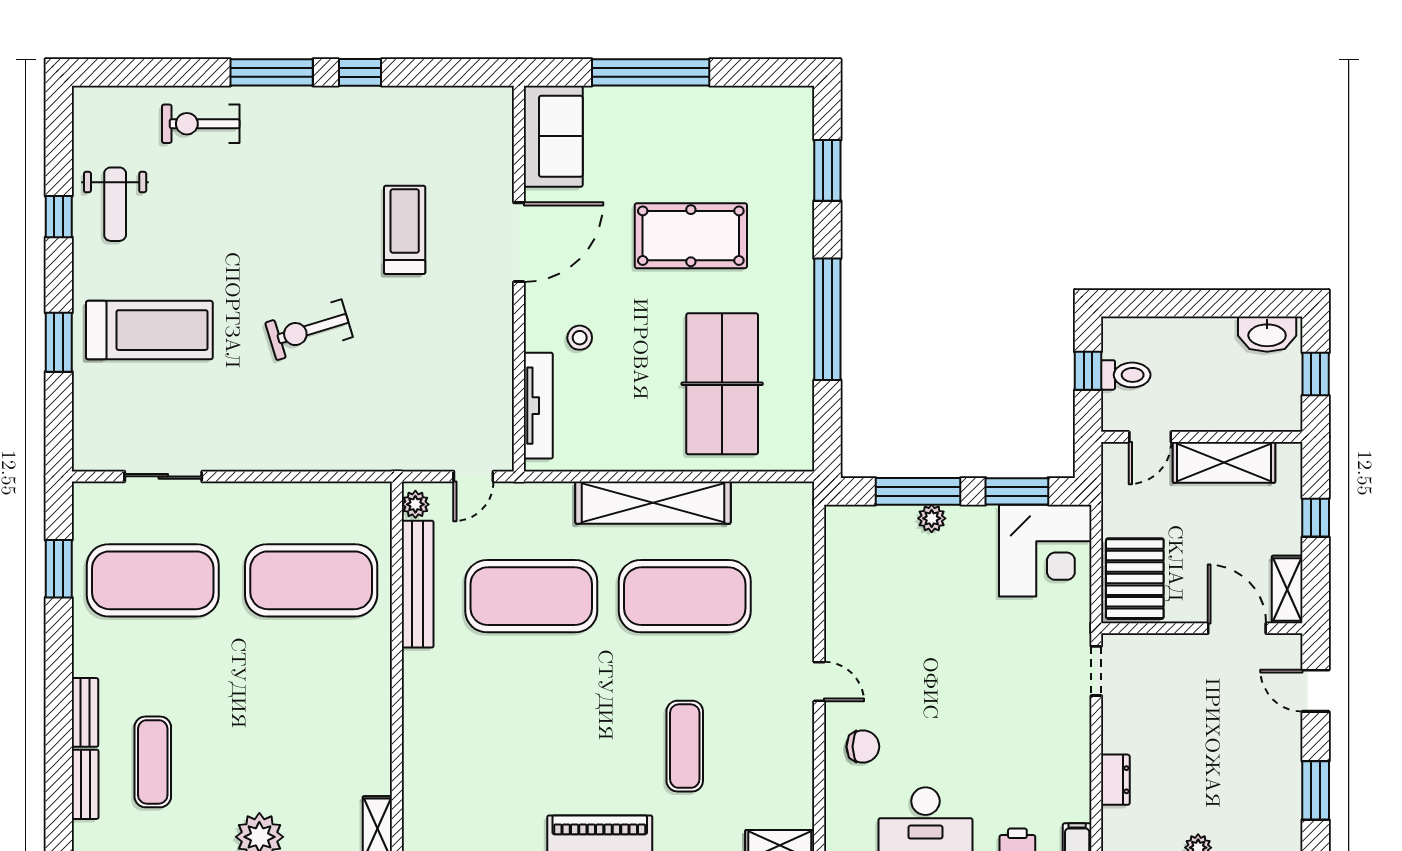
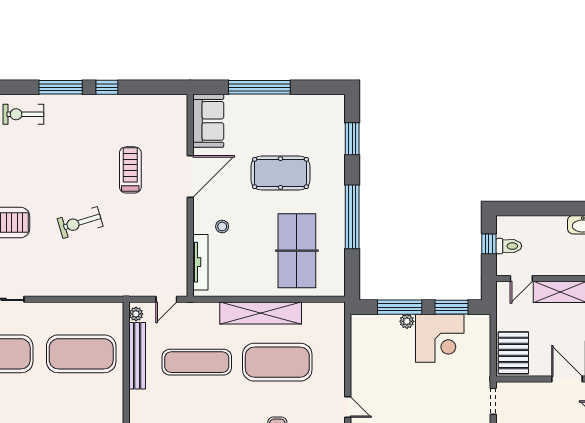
corner desk: (1045, 551) -> (440, 338), moved
exercise mat: (531, 596) -> (197, 362), width x0.68

